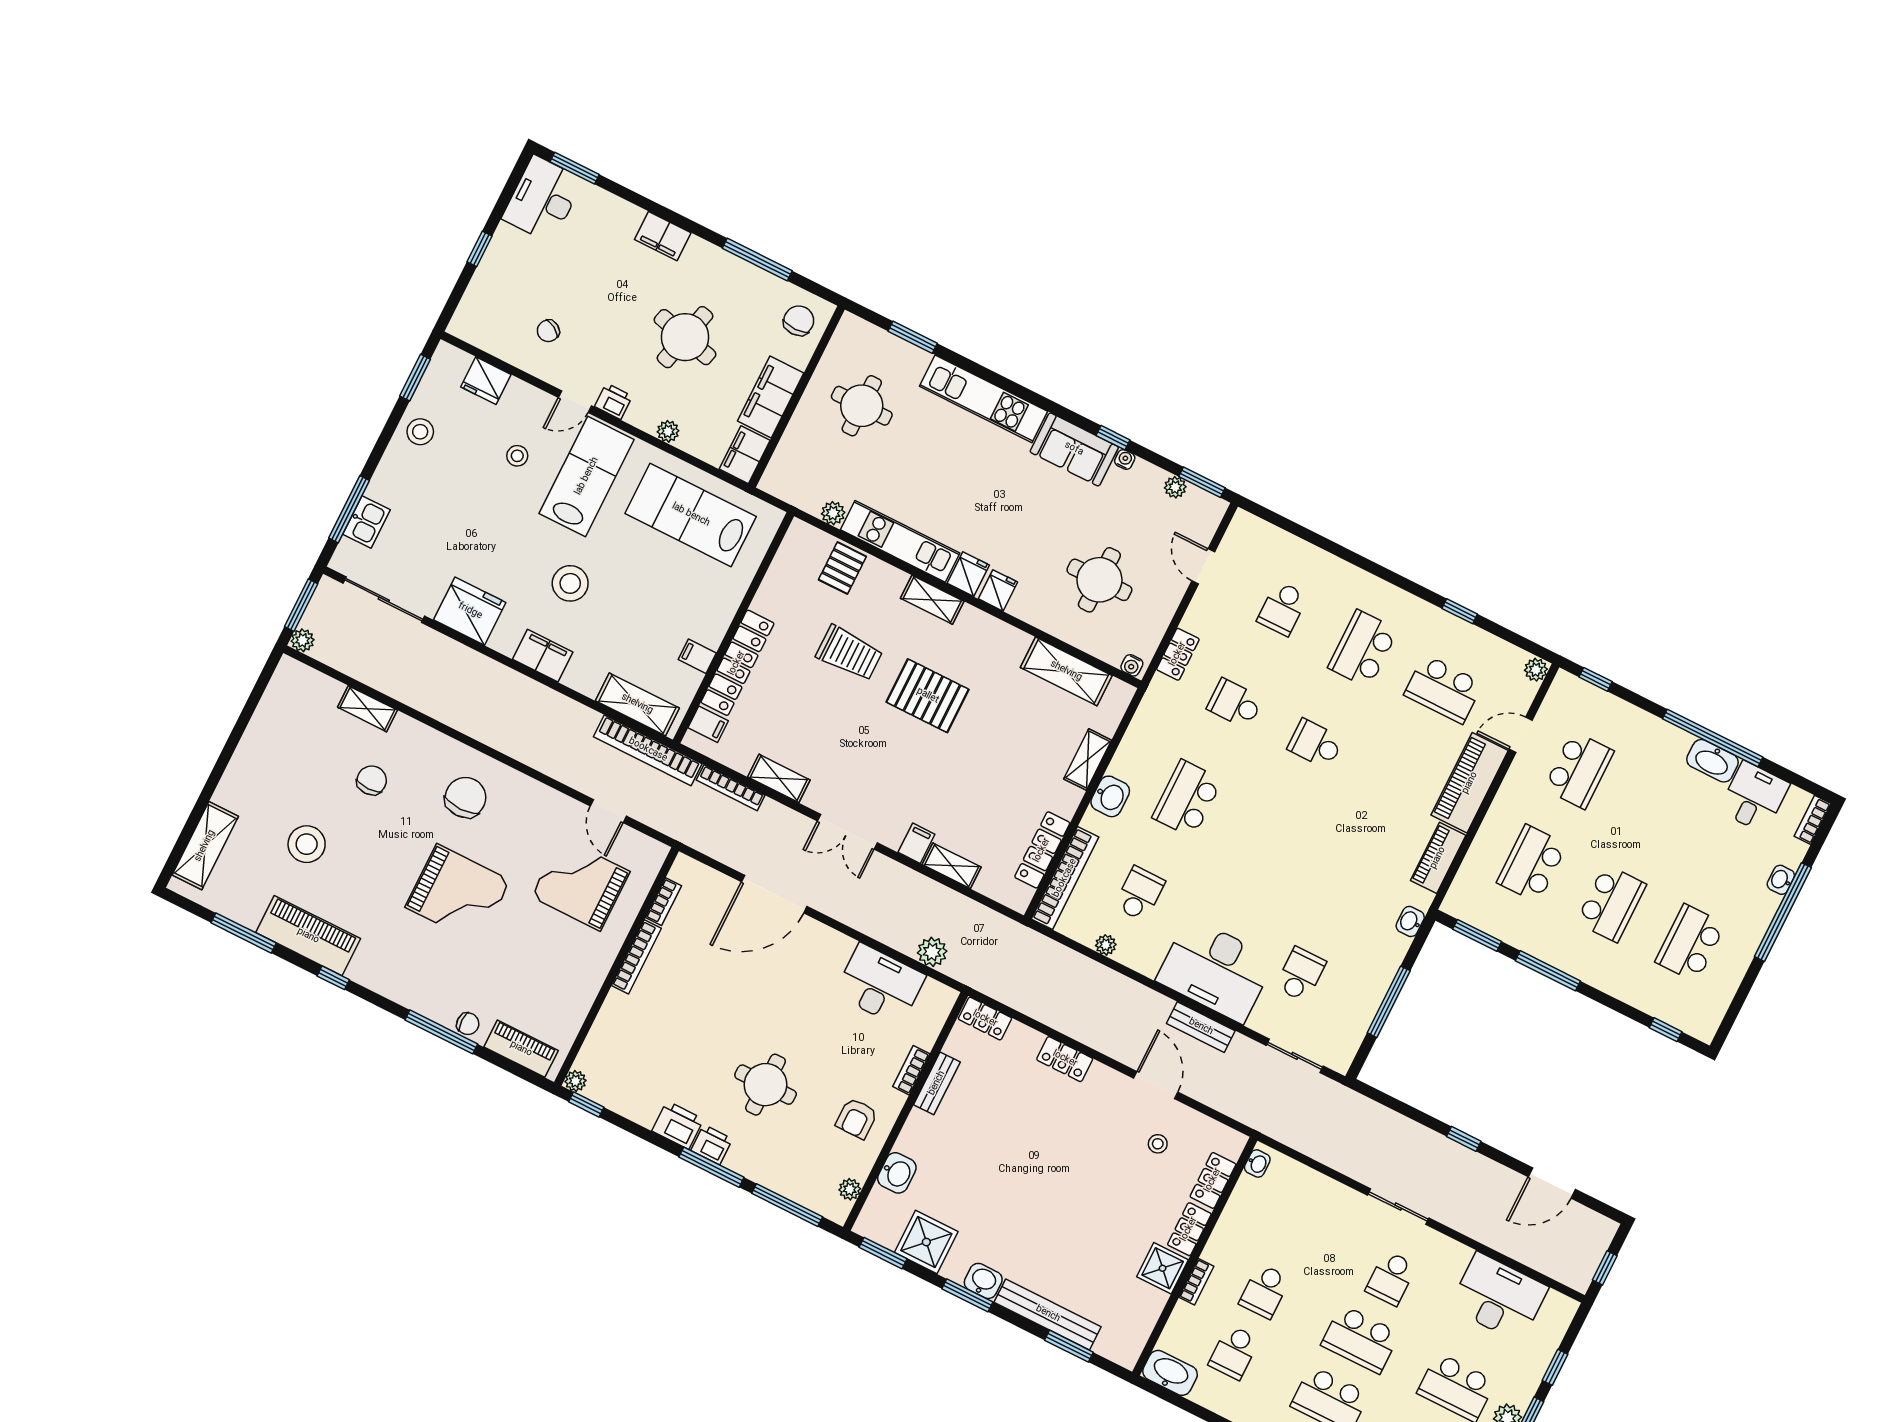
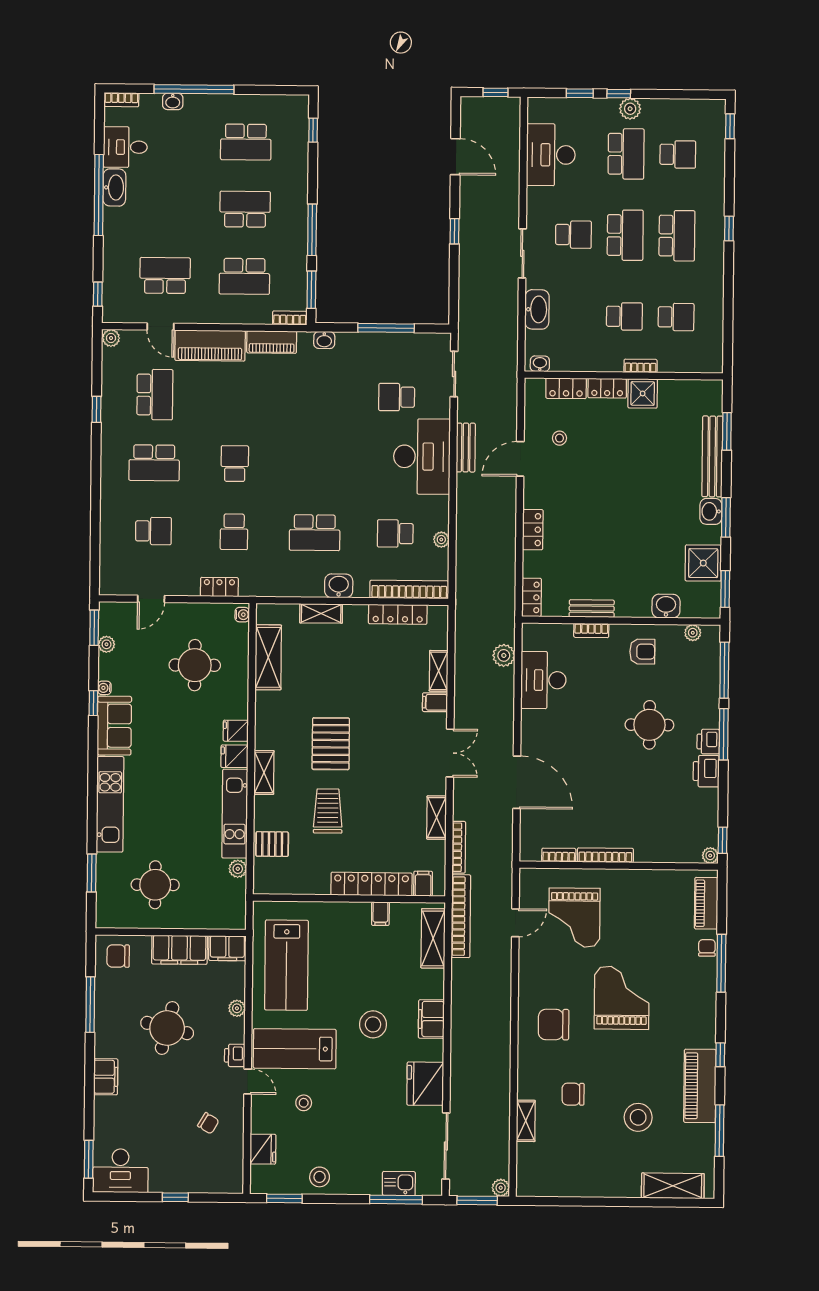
school desk: (1315, 744) -> (235, 464), turned 180
bookcase: (1456, 893) -> (290, 318), added
washbasin: (1170, 1373) -> (537, 309), moved, turned 180

